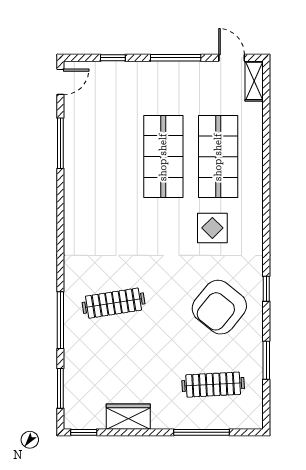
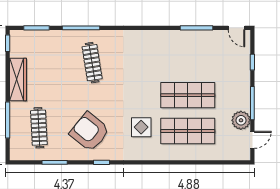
plant: (202, 75) -> (241, 120), added
shelving: (254, 81) -> (237, 154), removed
wardrobe: (128, 417) -> (18, 79), width x1.50

